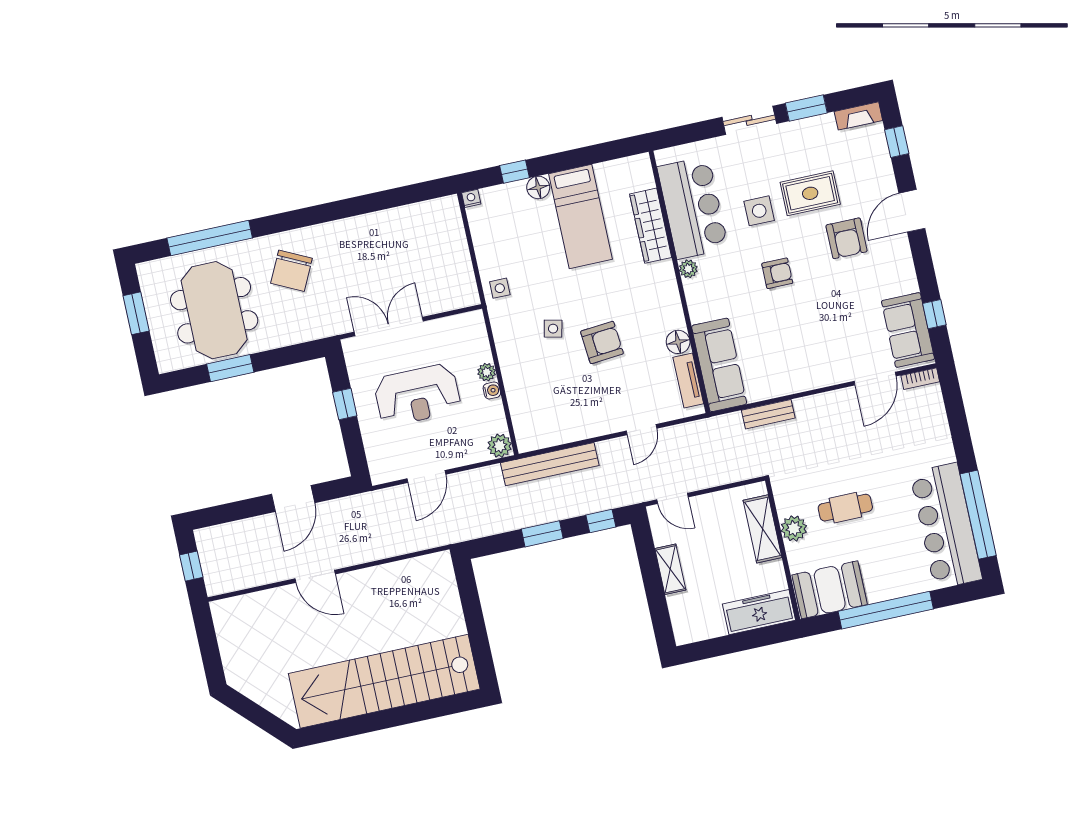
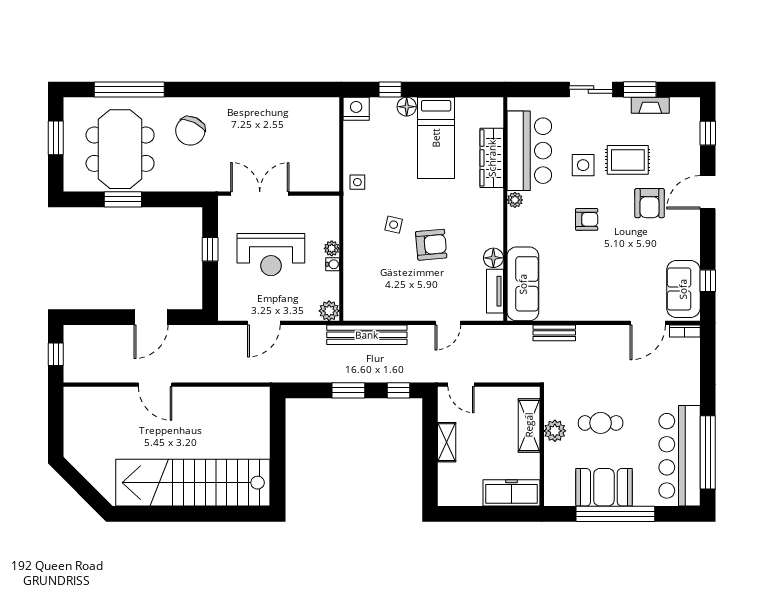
fireplace: (858, 116) -> (650, 105), moved
nightstand: (471, 198) -> (356, 109), width x1.89, depth x1.79
booth: (830, 590) -> (604, 487), moved

